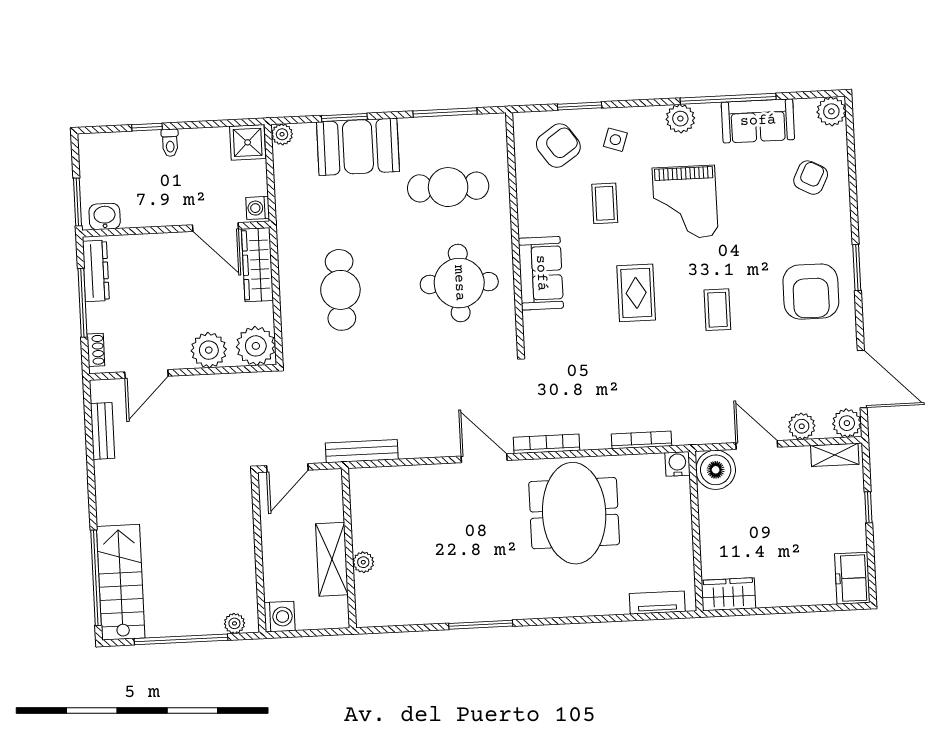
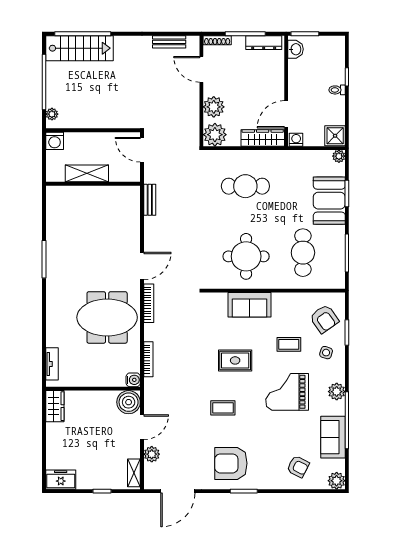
shoe rack: (96, 350) -> (217, 40), width x1.43
plant: (847, 423) -> (152, 481), removed
bench: (362, 451) -> (150, 200), width x0.73
plant: (363, 562) -> (84, 192), removed

